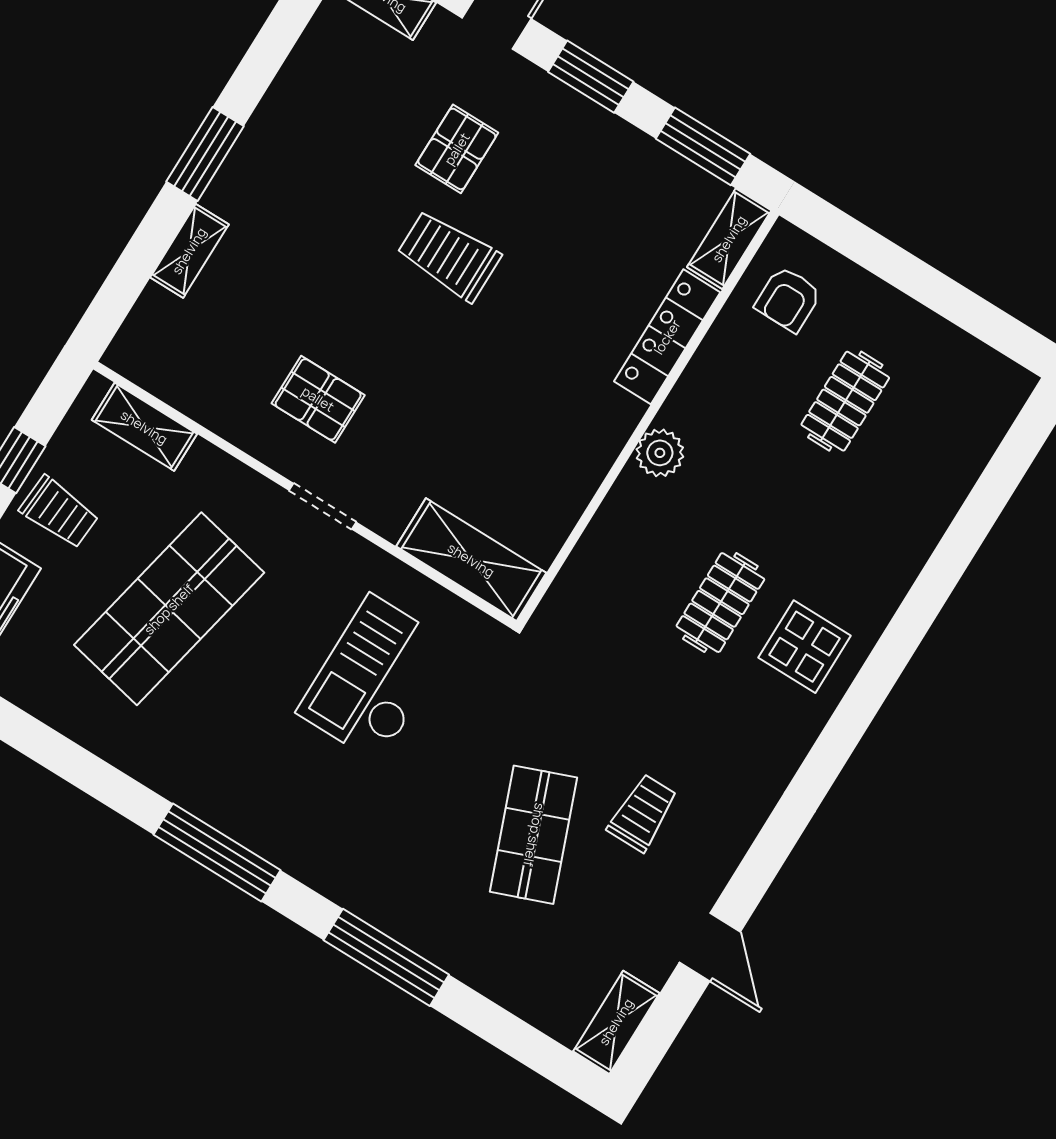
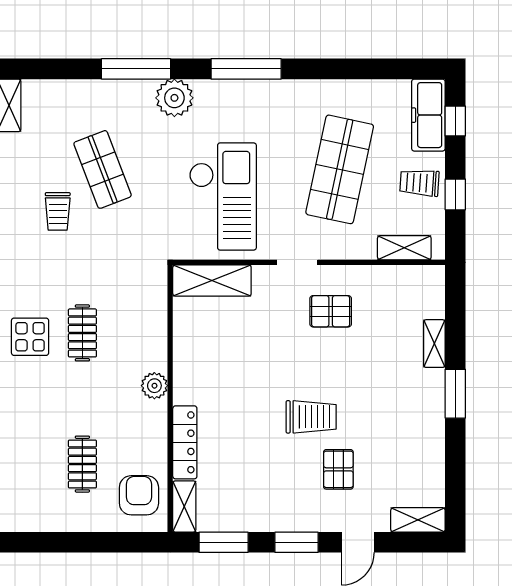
armchair: (788, 299) -> (139, 495), width x1.38, depth x1.38
checkout: (374, 678) -> (223, 196), width x1.36, depth x1.21
plant: (355, 876) -> (174, 98), added

